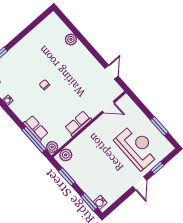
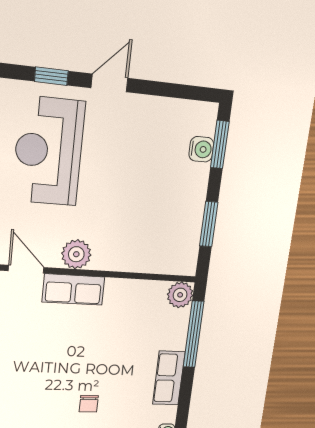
row of seats: (78, 124) -> (73, 289), moved
row of seats: (36, 128) -> (169, 378), moved
plant: (66, 155) -> (76, 254), moved
water cooler: (100, 202) -> (201, 149), moved

